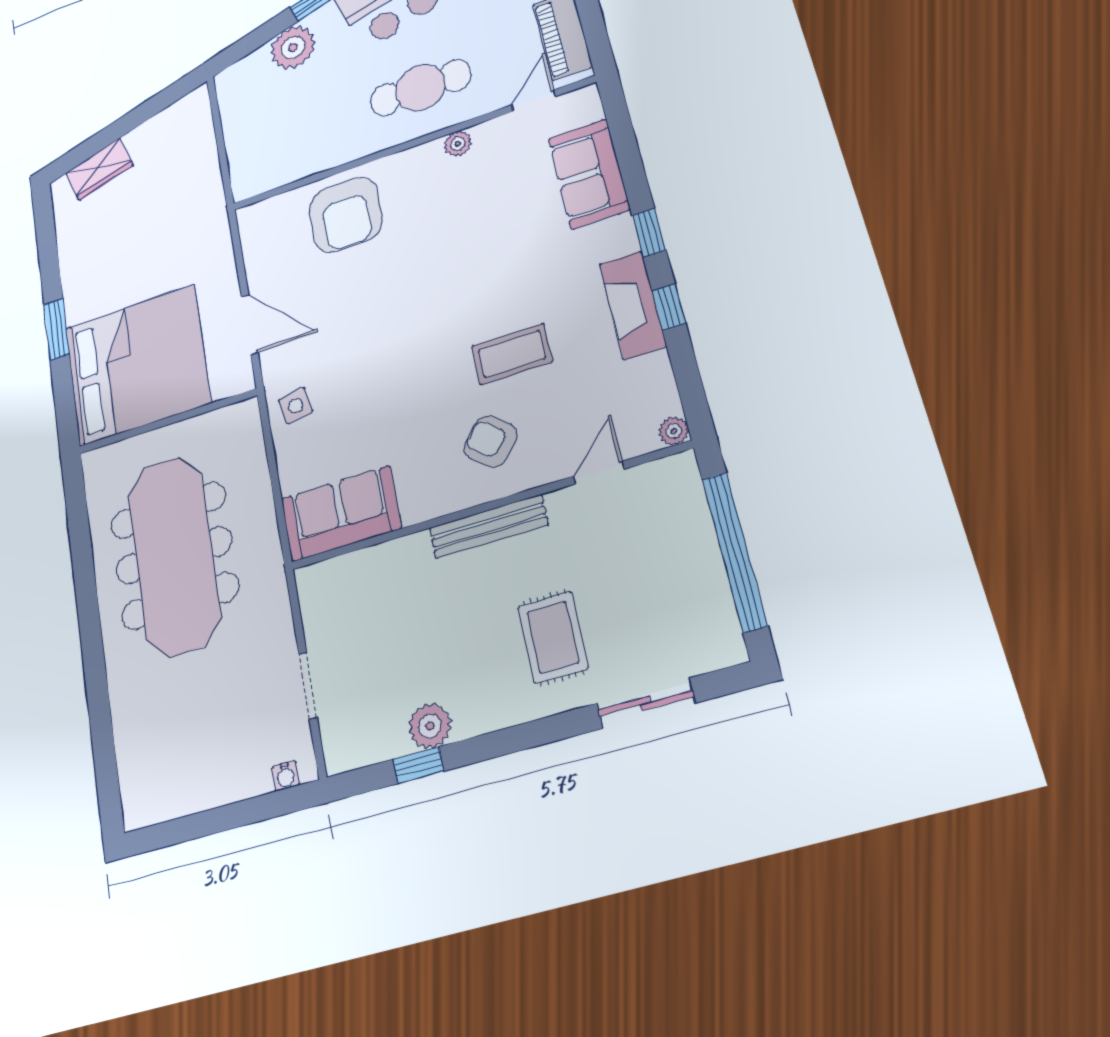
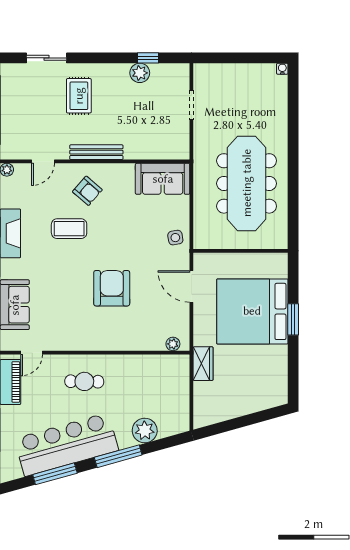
cafe table: (420, 88) -> (84, 381), width x0.73, depth x0.74
plant: (458, 144) -> (173, 344), moved
wardrobe: (99, 169) -> (203, 364), moved, turned 106
armchair: (346, 215) -> (112, 288), moved
bed: (137, 365) -> (252, 311), moved
water cooler: (286, 776) -> (282, 69), moved

